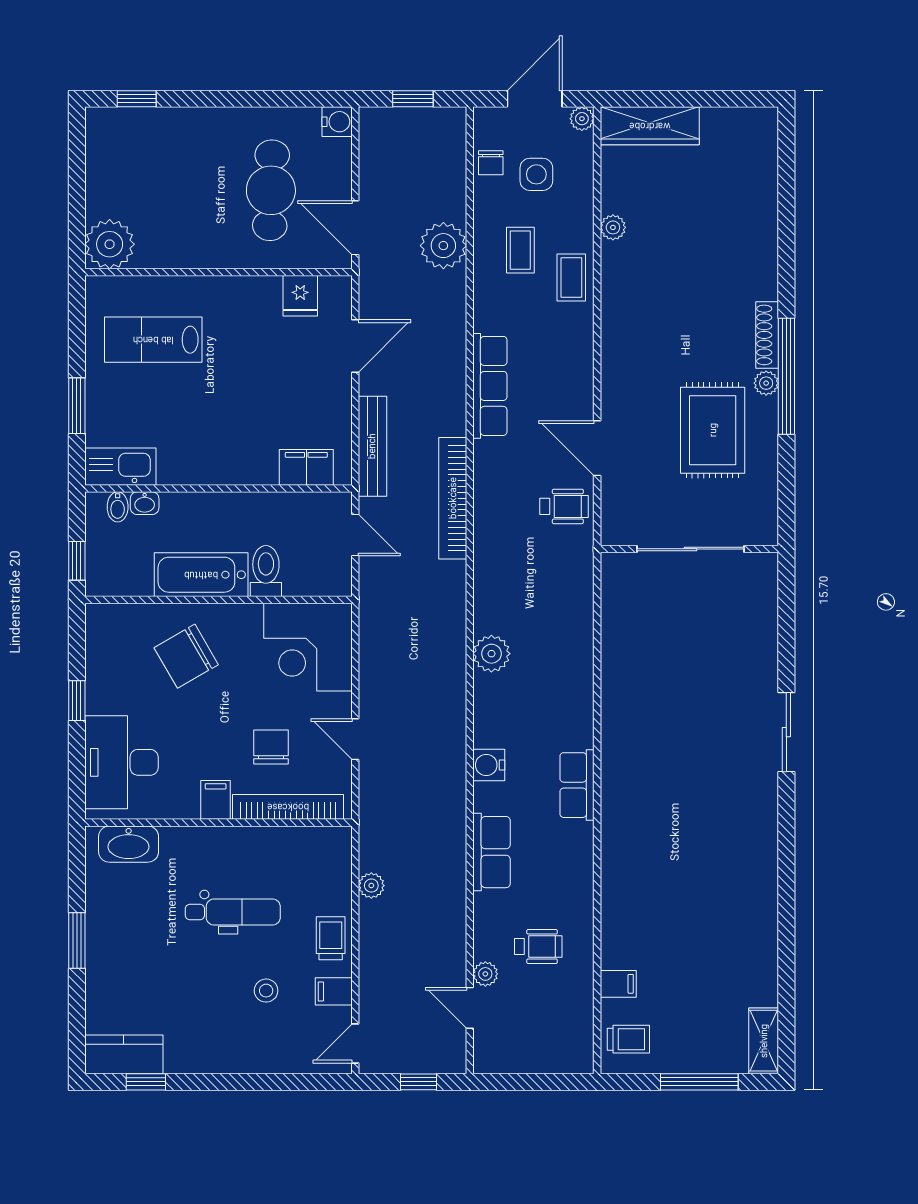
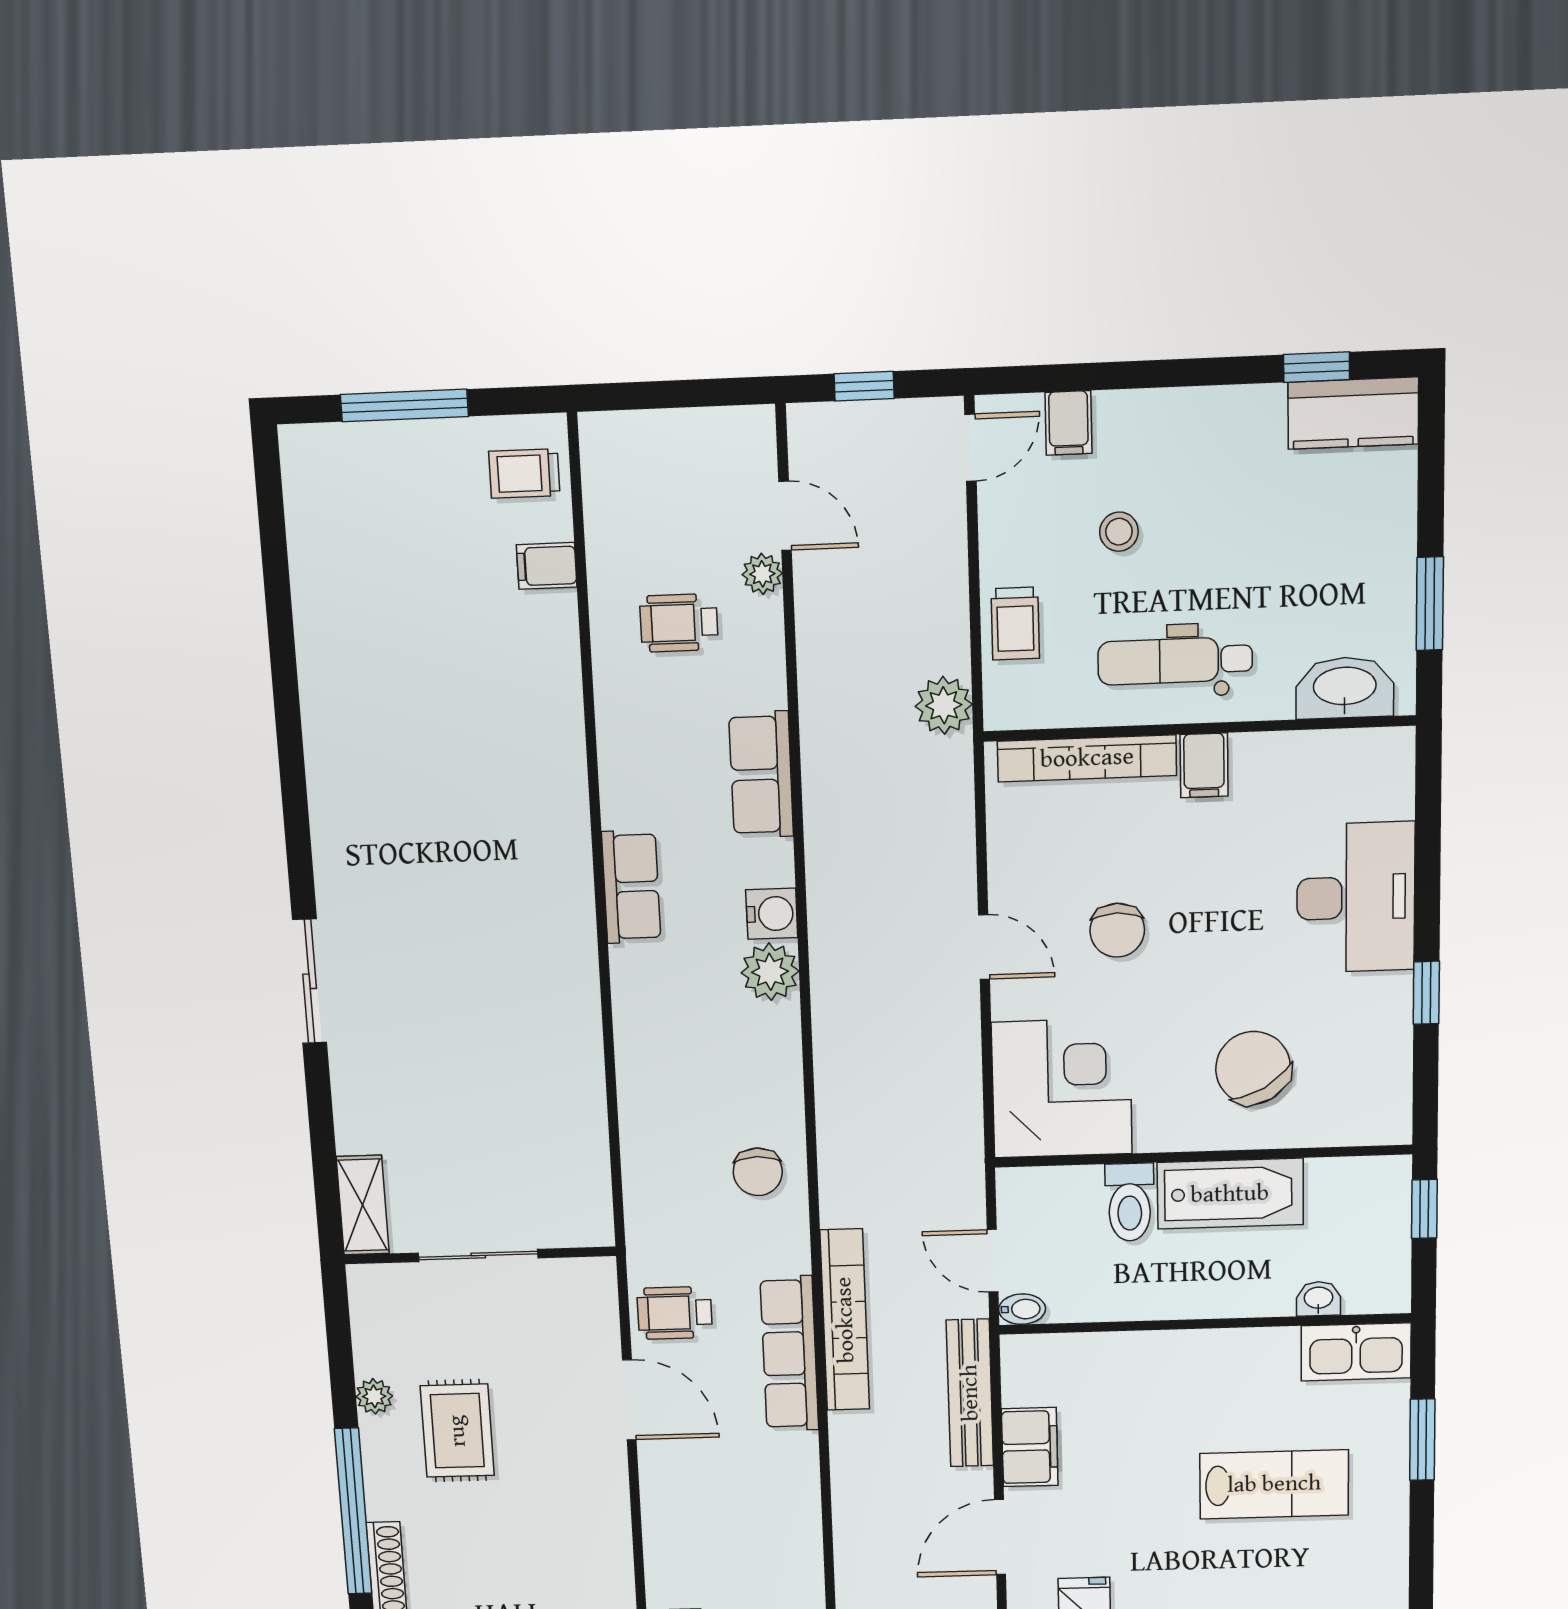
lab bench: (153, 340) -> (1274, 1484), moved
plant: (766, 383) -> (374, 1396), moved
row of seats: (490, 386) -> (789, 1354), moved
rug: (713, 430) -> (457, 1431), width x0.73, depth x0.70
filing cabinet: (306, 467) -> (1030, 1447), moved, turned -90
bidet: (118, 507) -> (1022, 1309), moved, turned 90
sliding door: (690, 549) -> (478, 1255), width x0.73
chair: (505, 599) -> (758, 1172), added
plant: (491, 654) -> (770, 972), moved
chair: (186, 656) -> (1253, 1068), turned -90
filing cabinet: (216, 800) -> (1204, 765), moved
bookcase: (288, 807) -> (1087, 758), moved
wall: (218, 823) -> (1199, 729), moved
washbasin: (129, 844) -> (1345, 688), moved
plant: (371, 886) -> (944, 705), width x1.38, depth x1.38
filing cabinet: (334, 991) -> (1068, 423), moved, turned 90
shelving: (764, 1041) -> (363, 1205), moved

